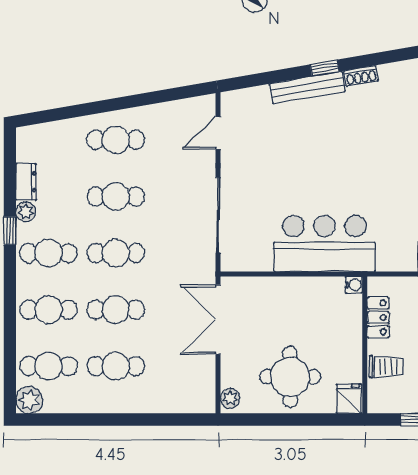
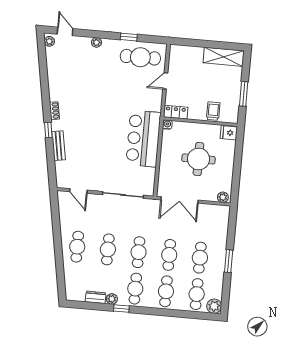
bench: (307, 88) -> (59, 146), width x0.73
locker: (378, 317) -> (176, 112), moved
round table: (290, 377) -> (198, 159), moved
window: (114, 420) -> (229, 261), added

